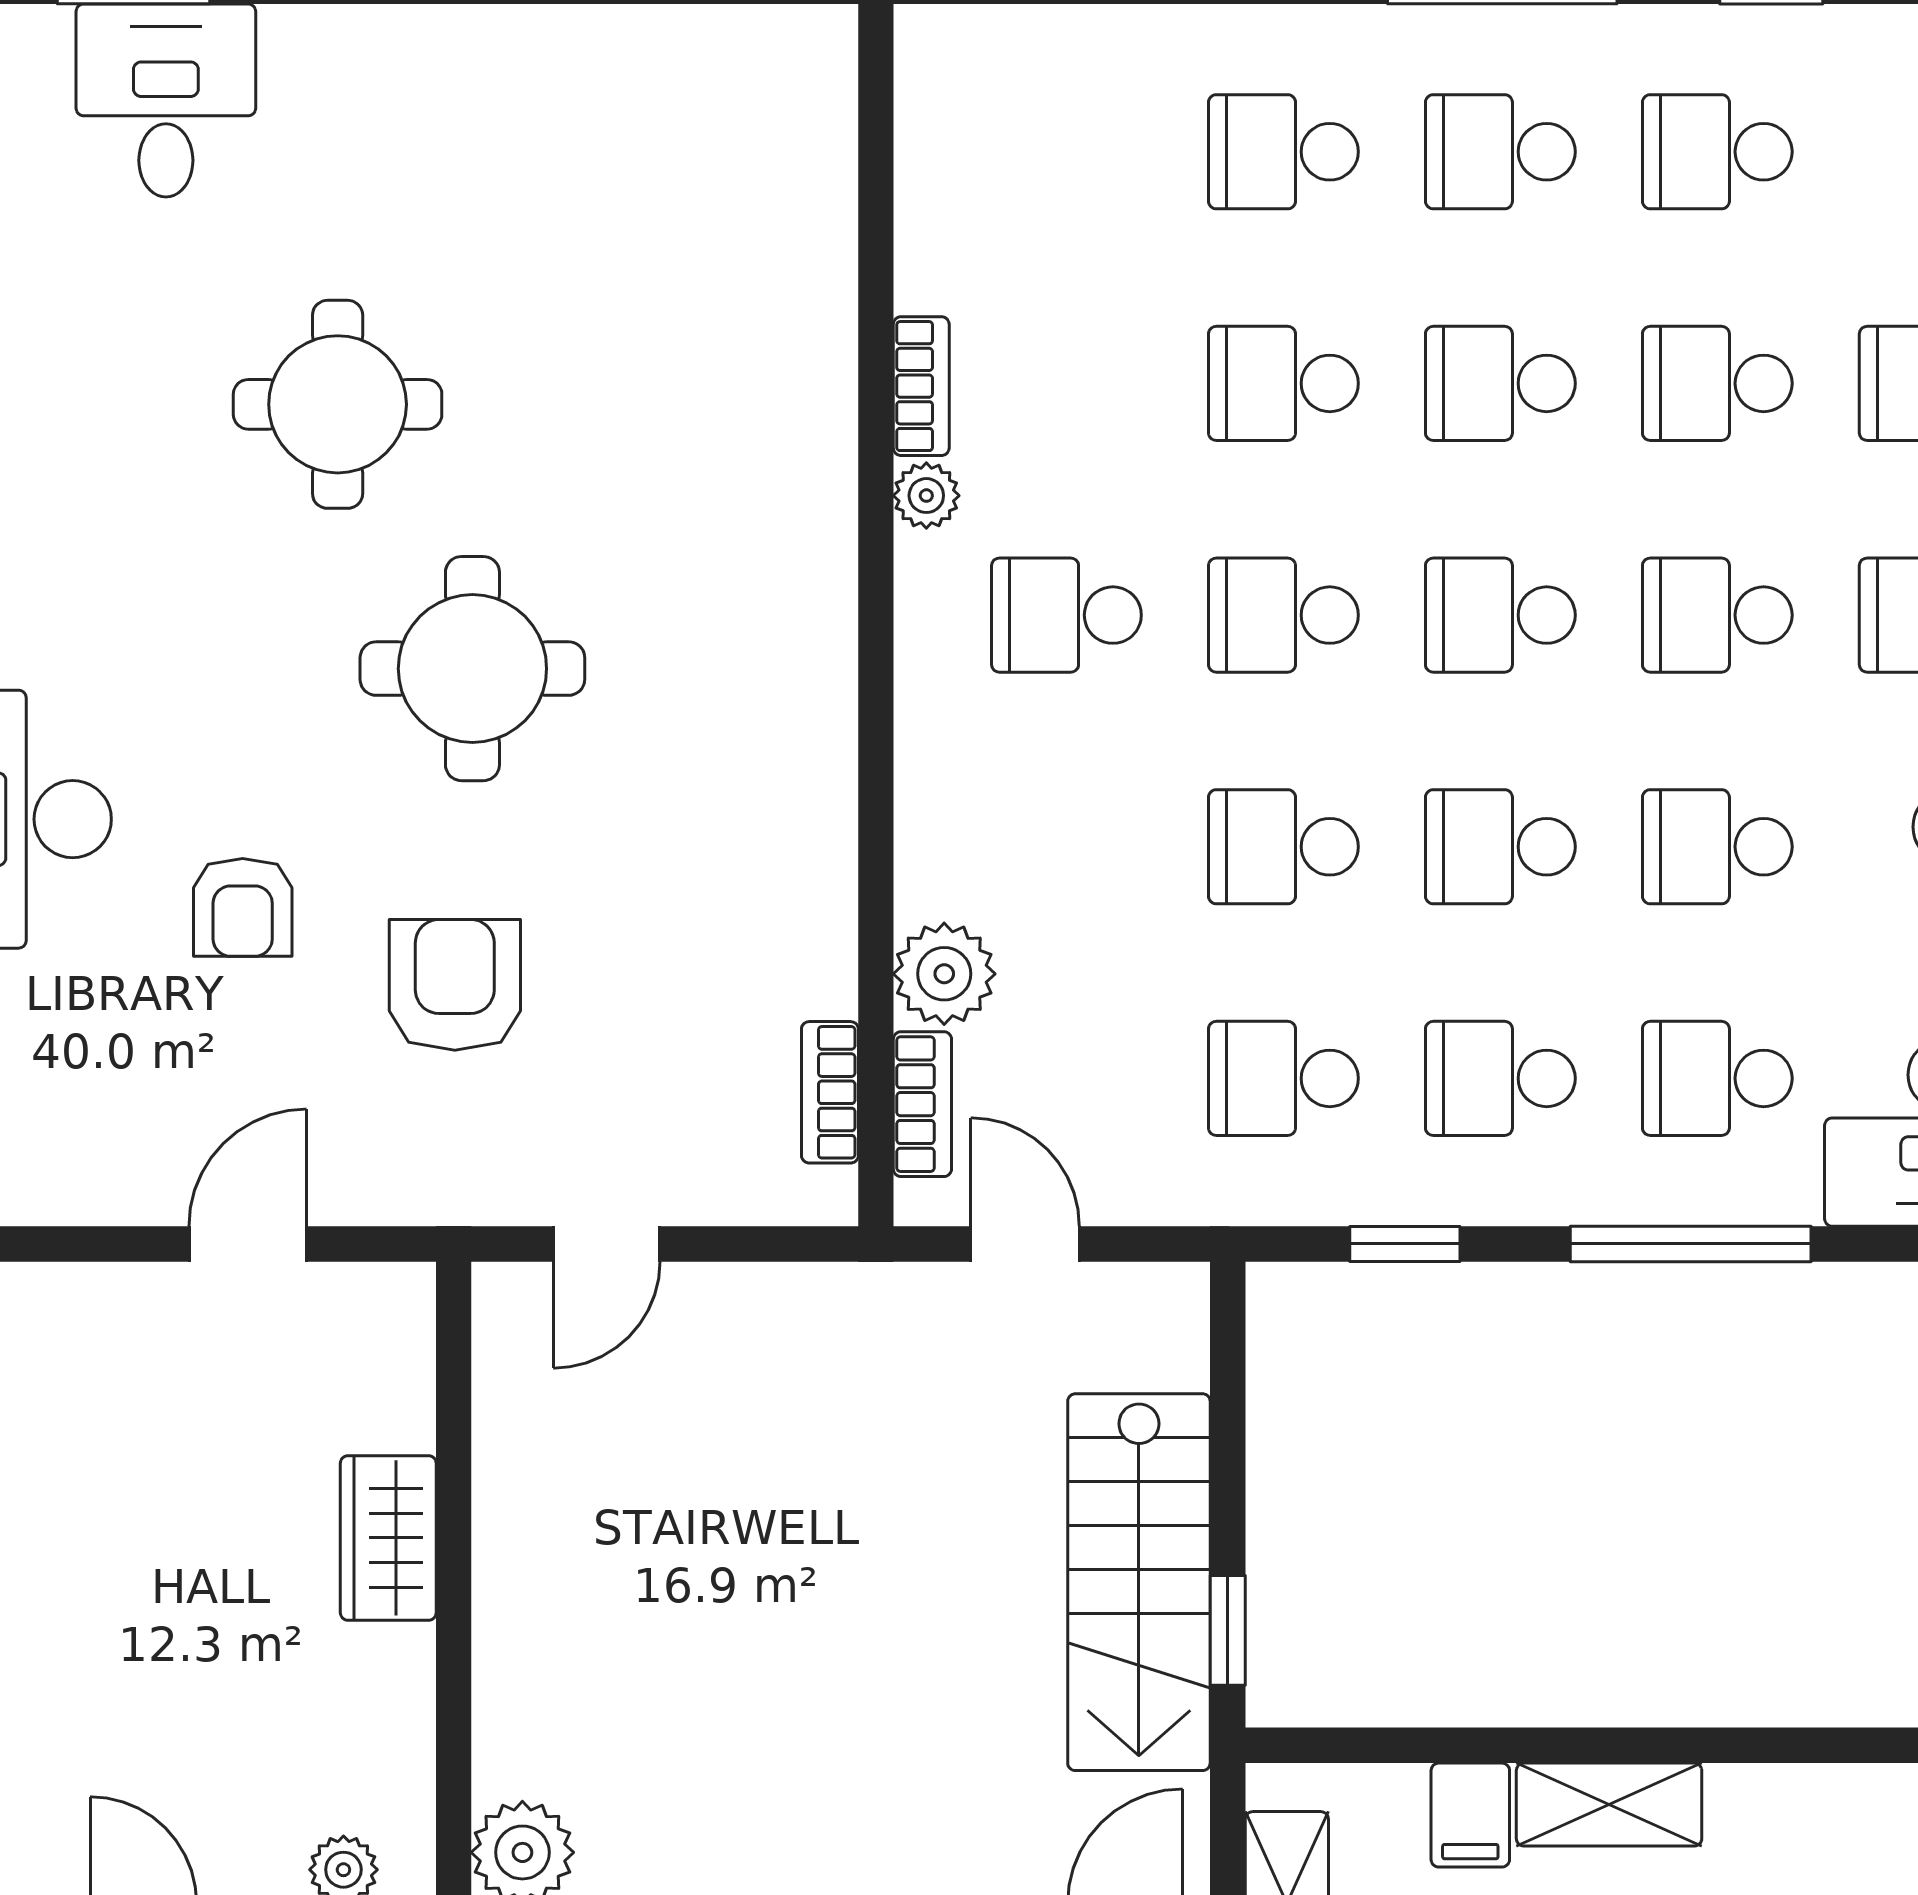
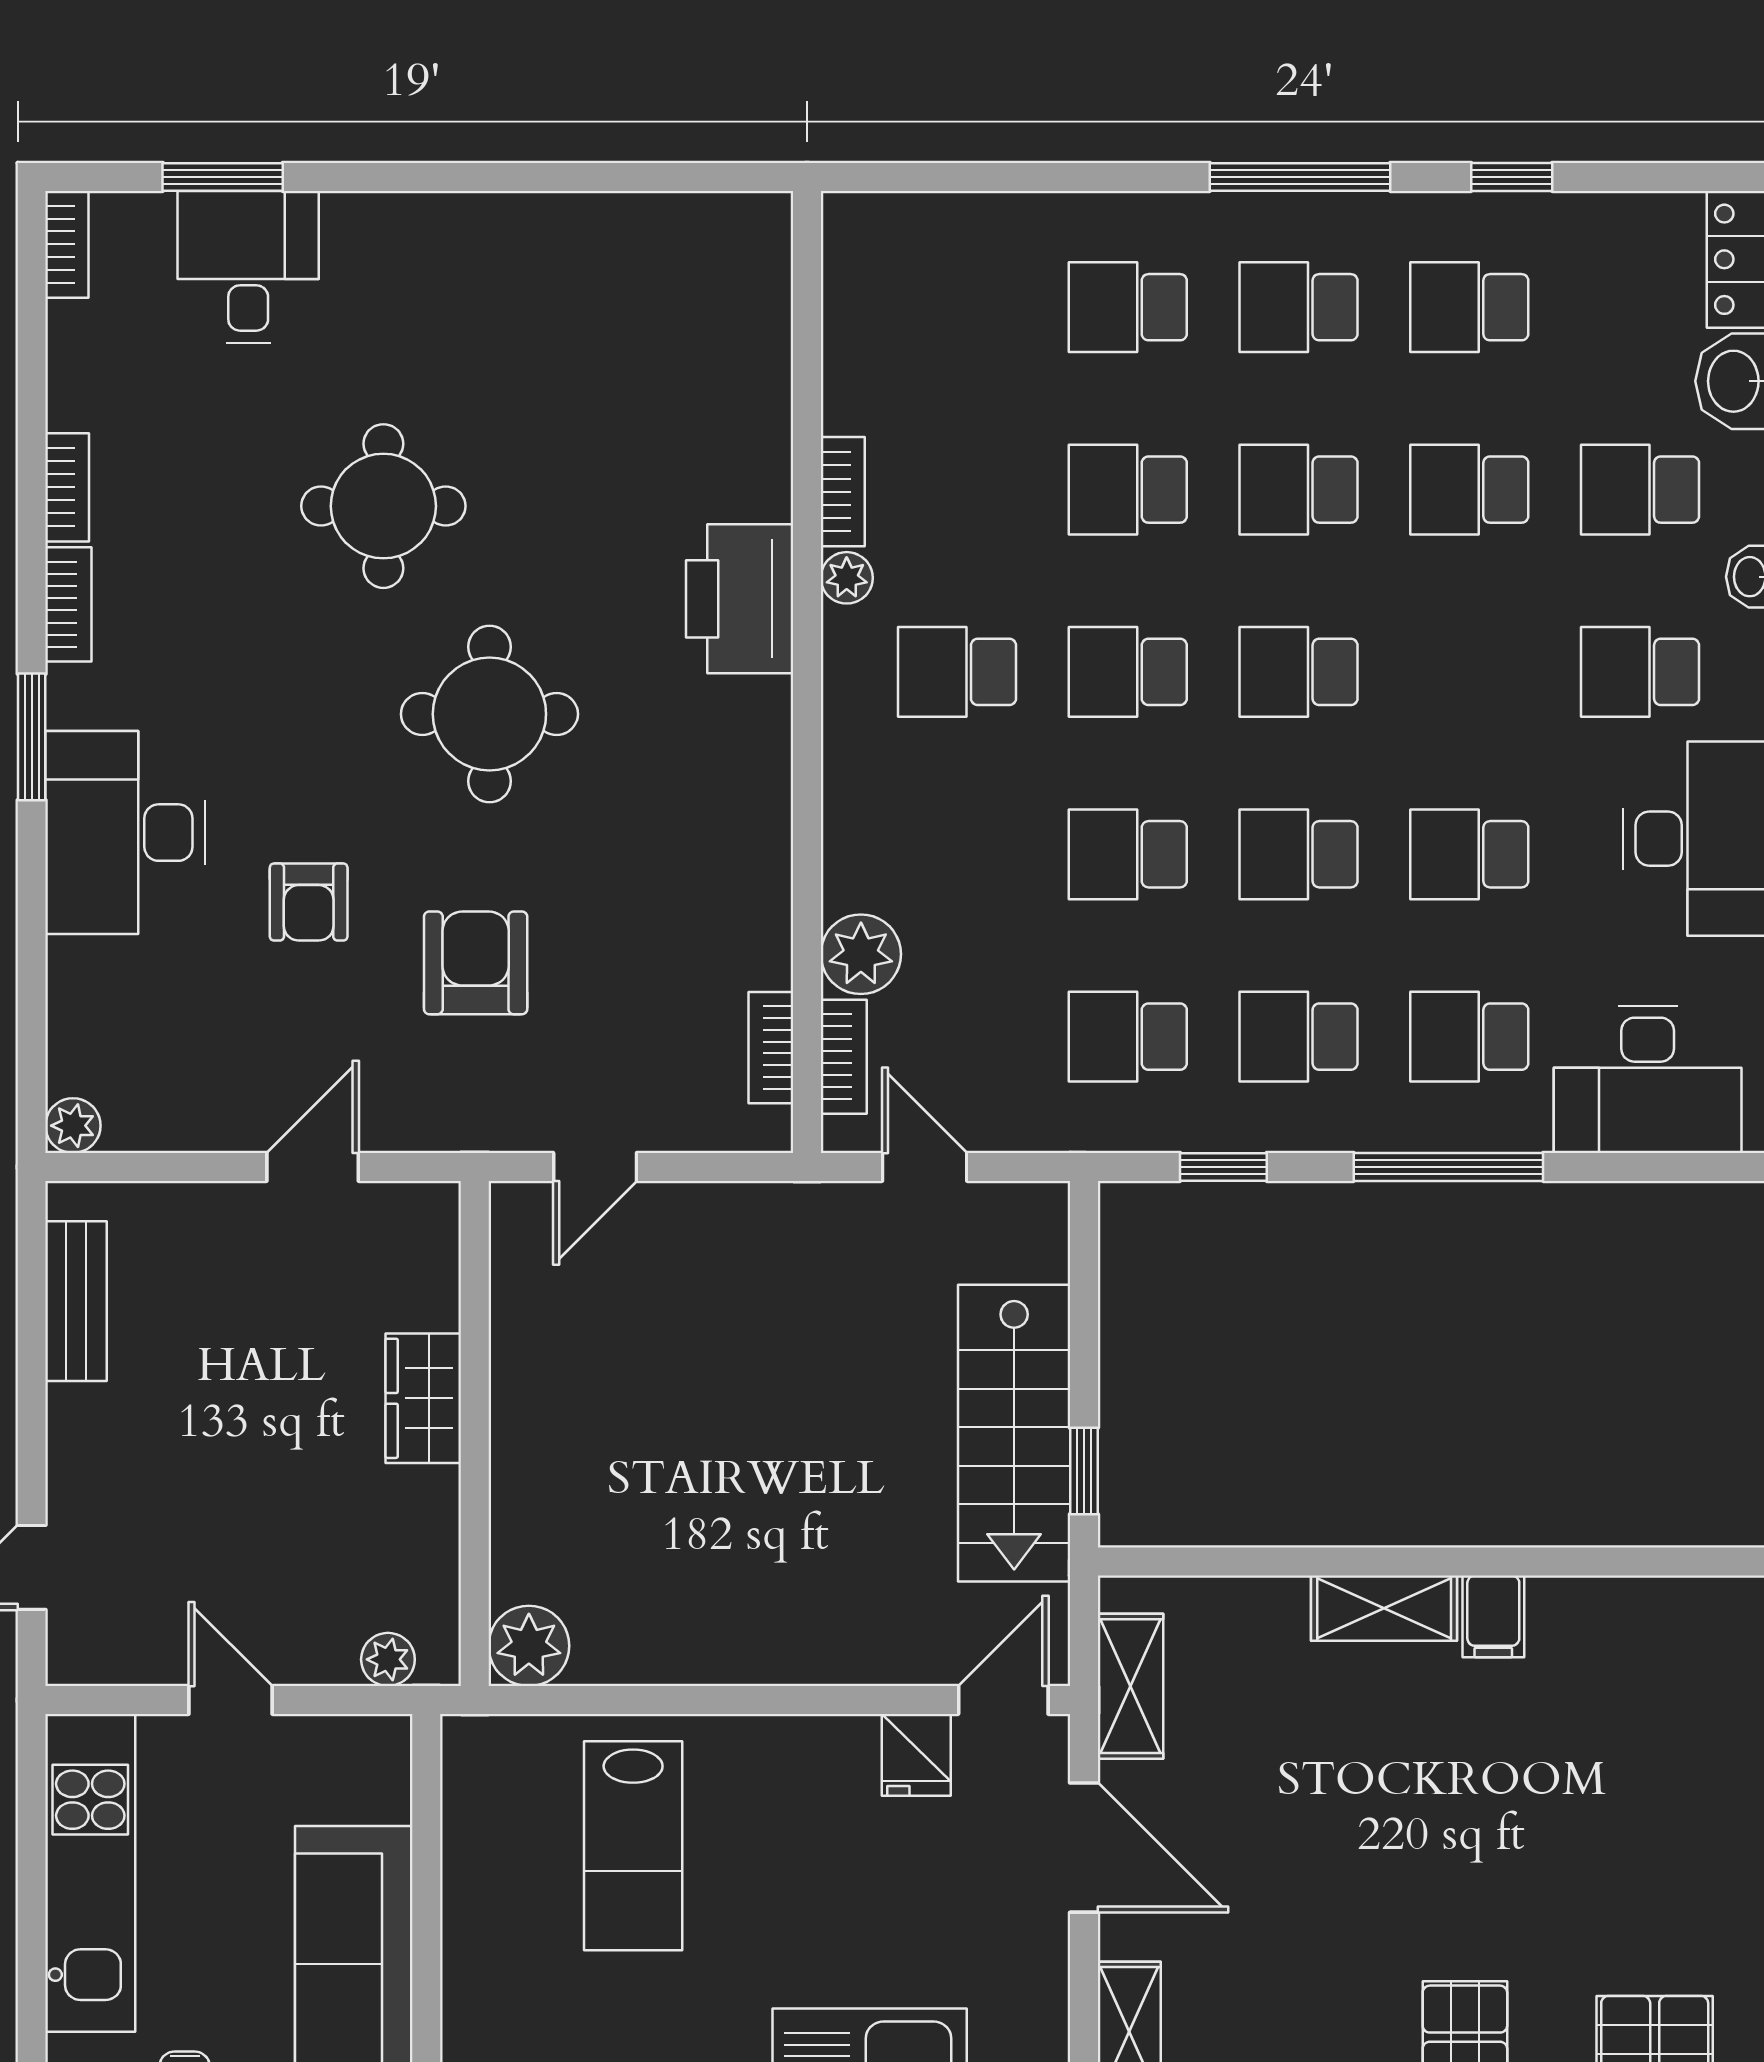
printer: (790, 522) -> (740, 599), added
school desk: (1717, 615) -> (1469, 672), removed
filing cabinet: (1470, 1815) -> (1493, 1616), moved

